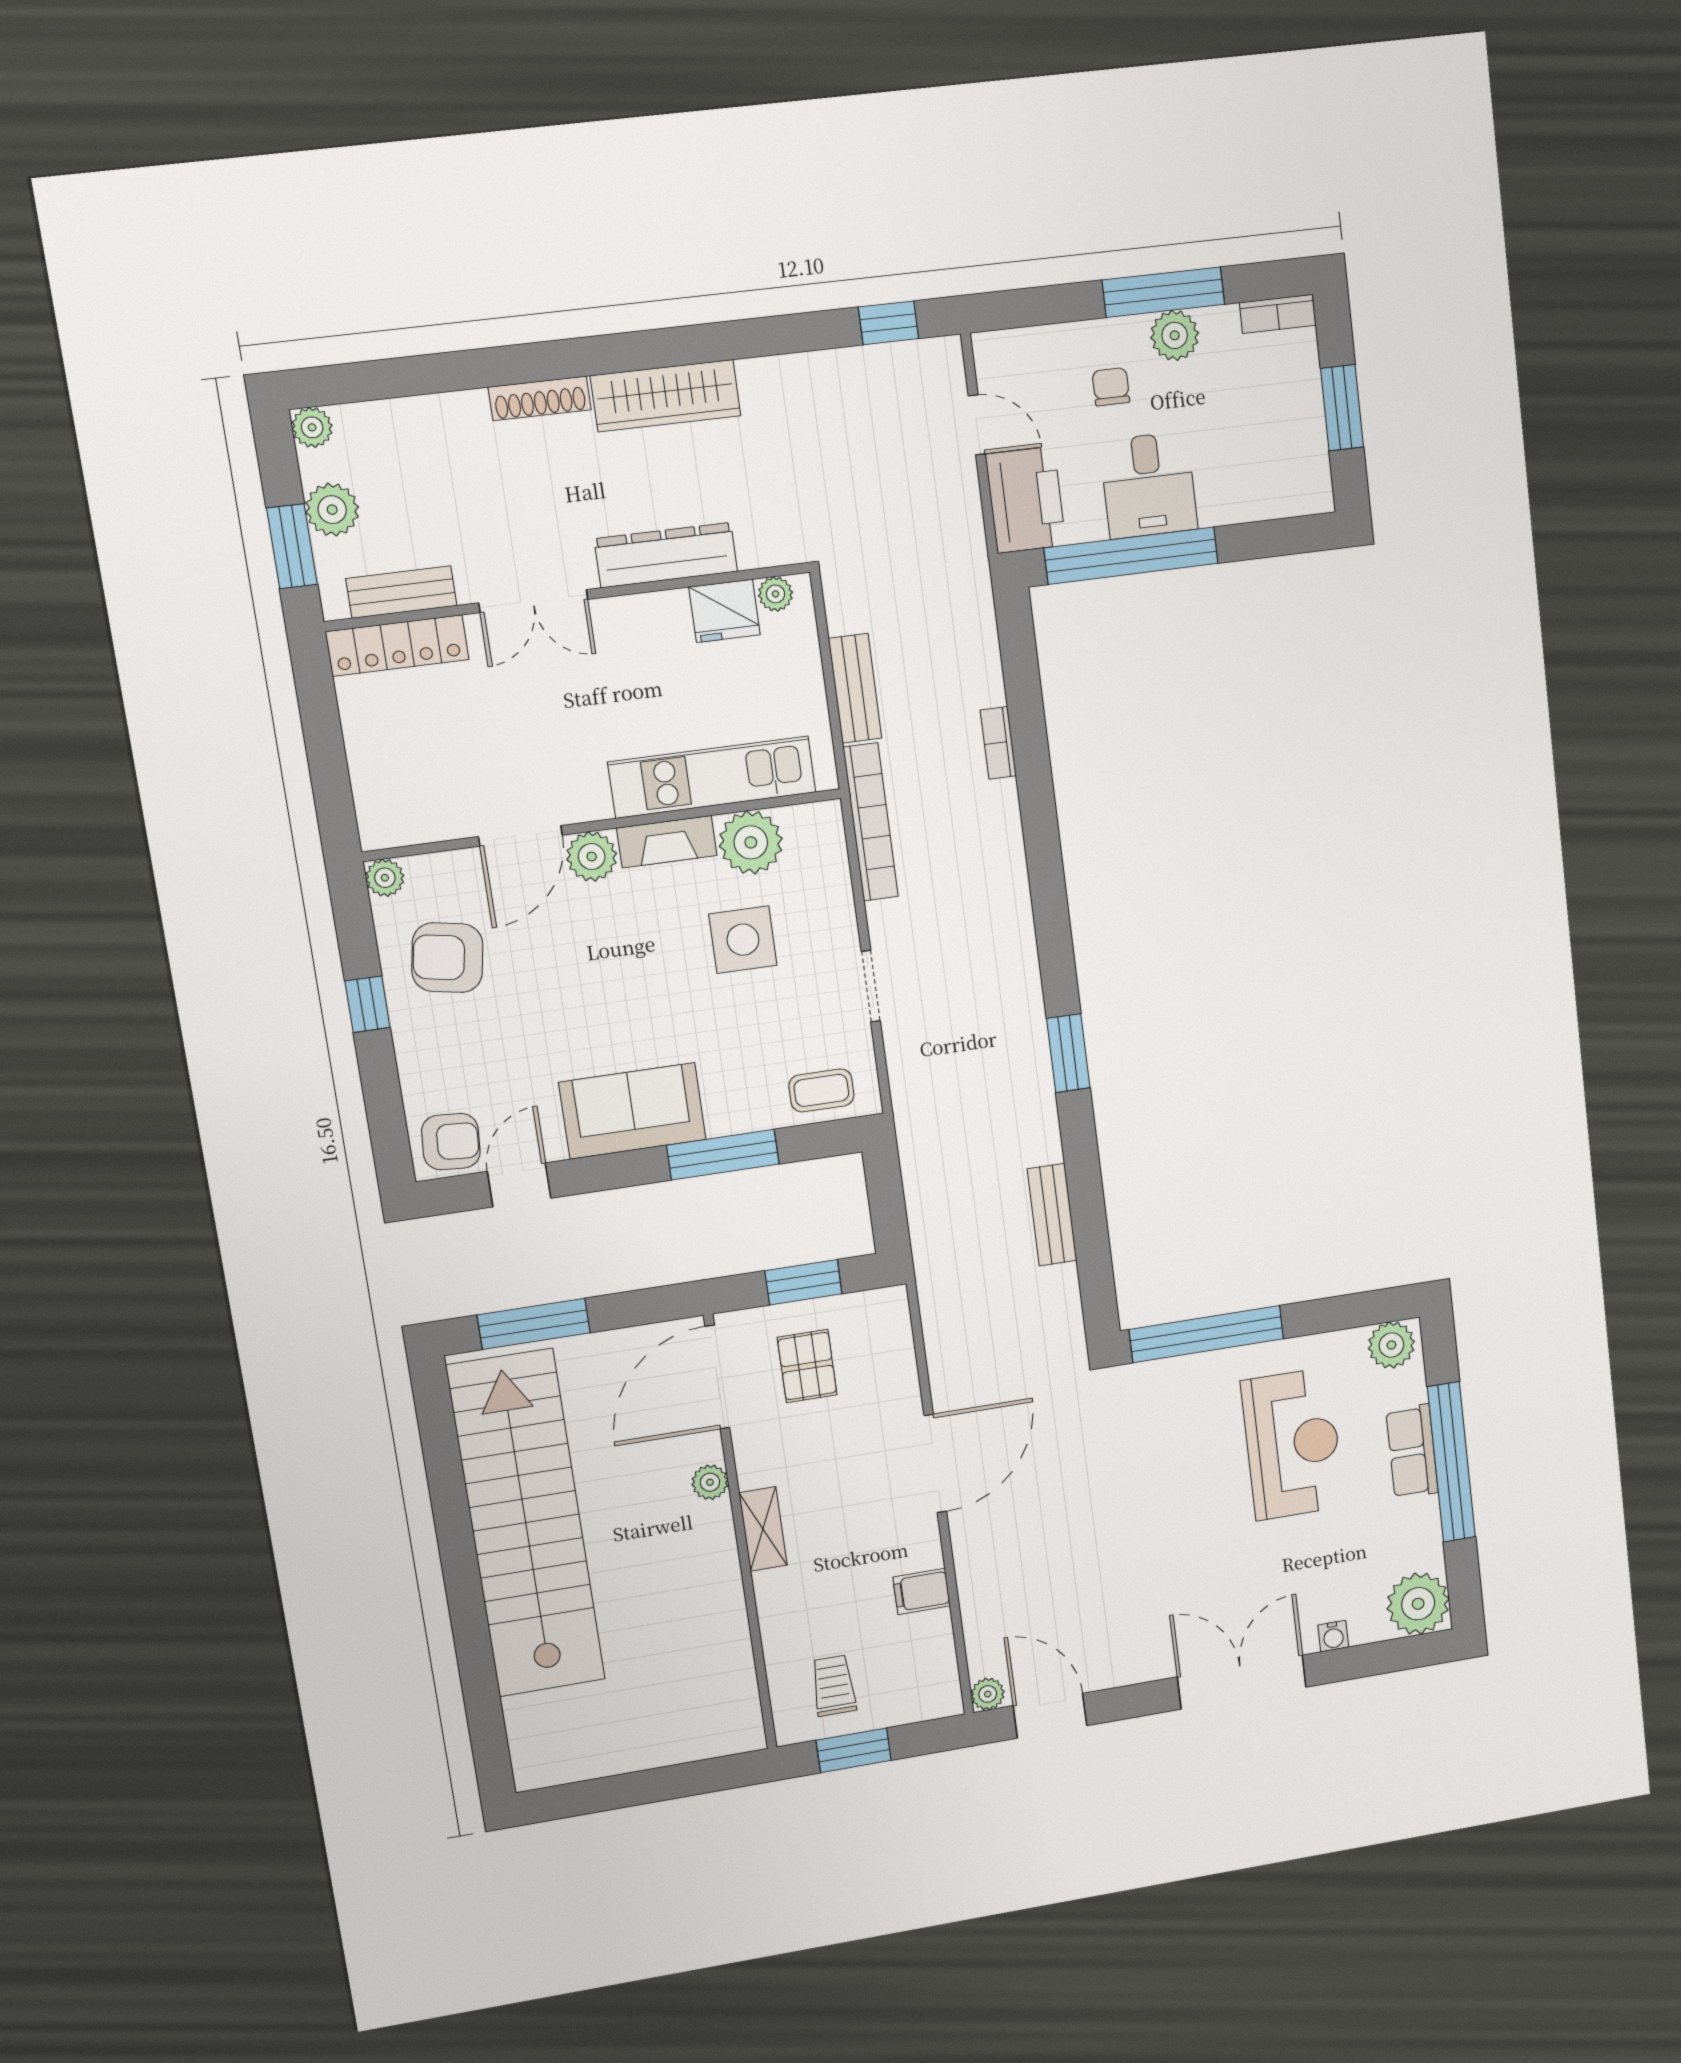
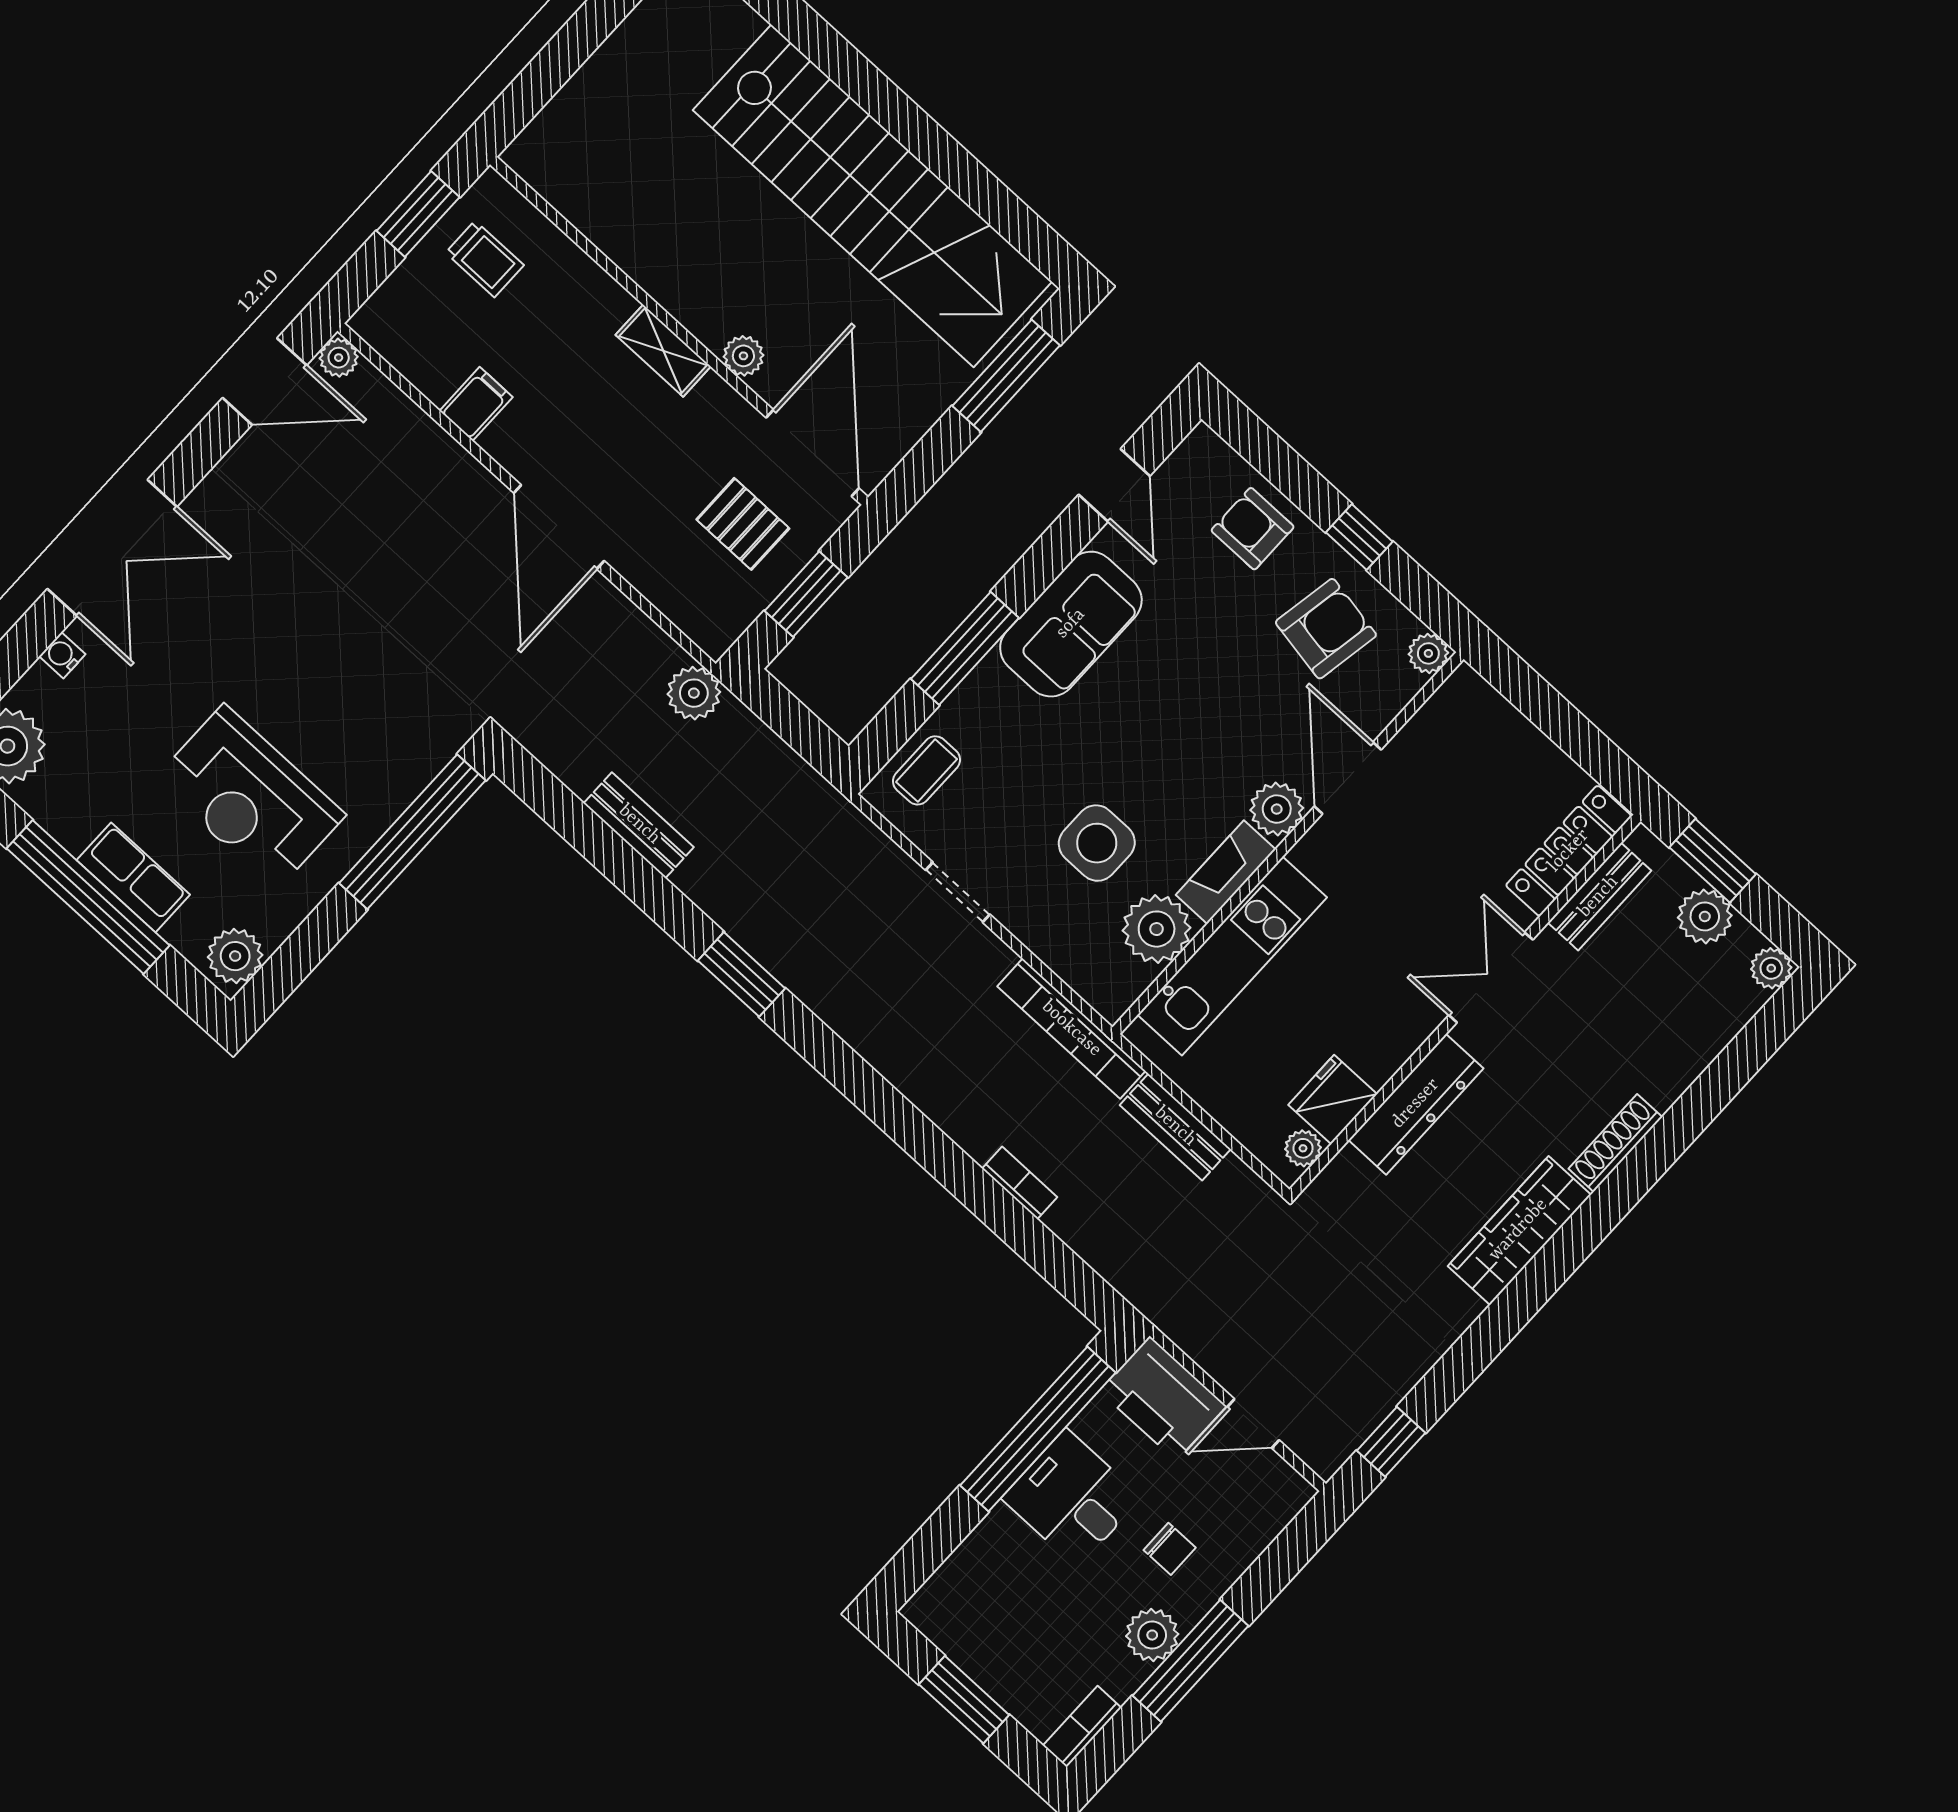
armchair: (451, 1142) -> (1253, 529), moved, turned 86
plant: (938, 1276) -> (694, 693), added

